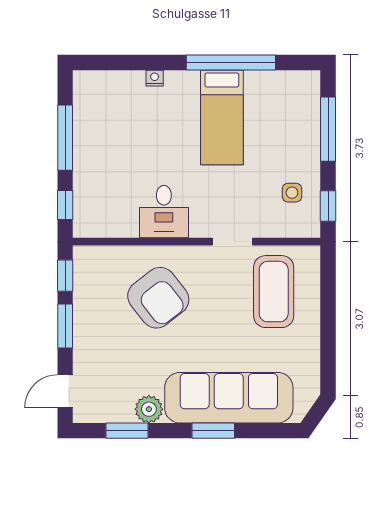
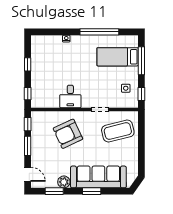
bed: (222, 117) -> (118, 57), moved, turned 90
window: (65, 138) -> (28, 64), width x0.46
coffee table: (274, 292) -> (118, 131), turned 76
armchair: (158, 298) -> (68, 134), turned 103
door: (65, 391) -> (28, 174), swing flipped

